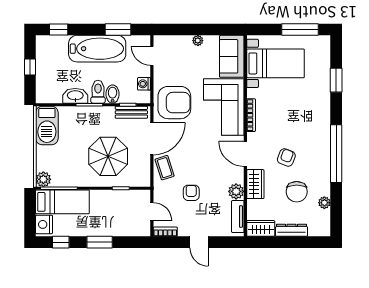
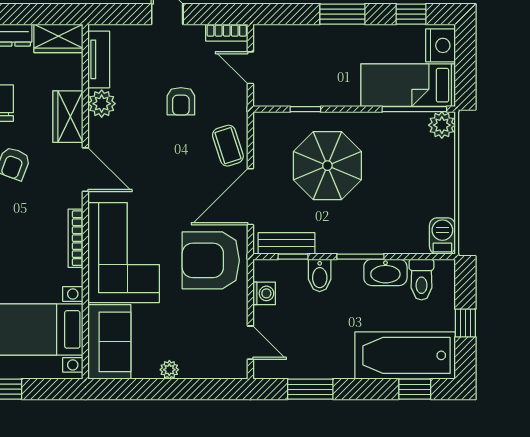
bathtub: (97, 49) -> (405, 355), moved
toilet: (98, 92) -> (421, 280), moved
barbecue: (47, 126) -> (442, 236), width x0.53, depth x0.65

